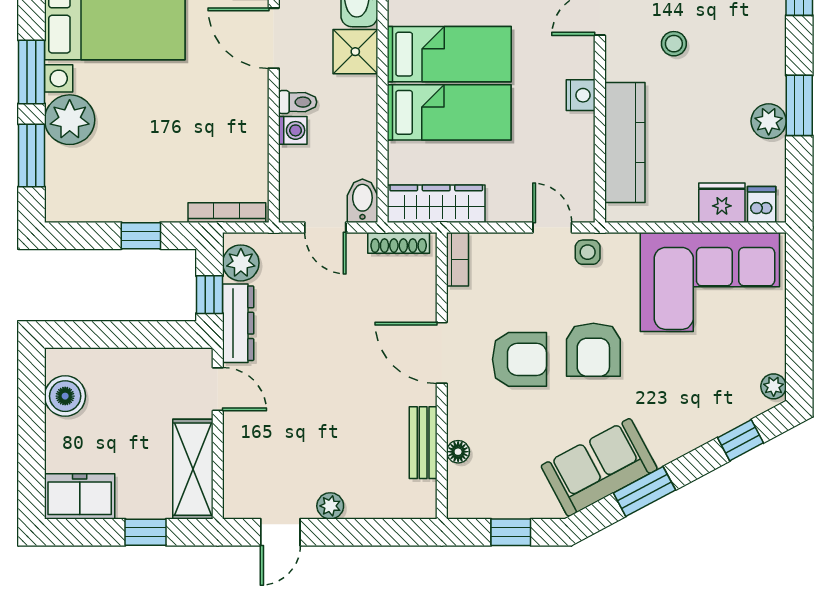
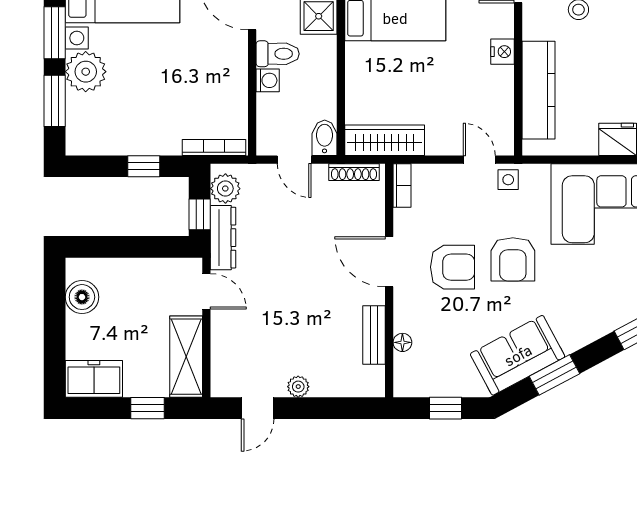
toilet: (298, 102) -> (278, 54), width x1.37, depth x1.39
bed: (449, 112) -> (395, 66), removed

